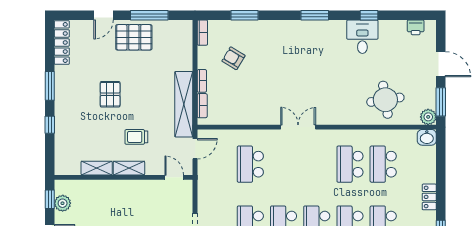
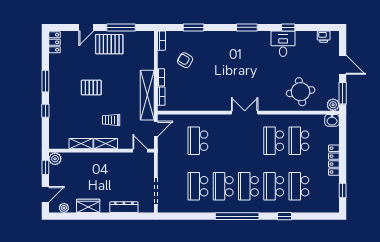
locker: (62, 43) -> (54, 42), width x0.66
pallet: (110, 94) -> (91, 88), turned 90
double door: (298, 127) -> (245, 113), moved
locker: (429, 197) -> (334, 160), width x1.53
plant: (63, 203) -> (55, 159), moved

